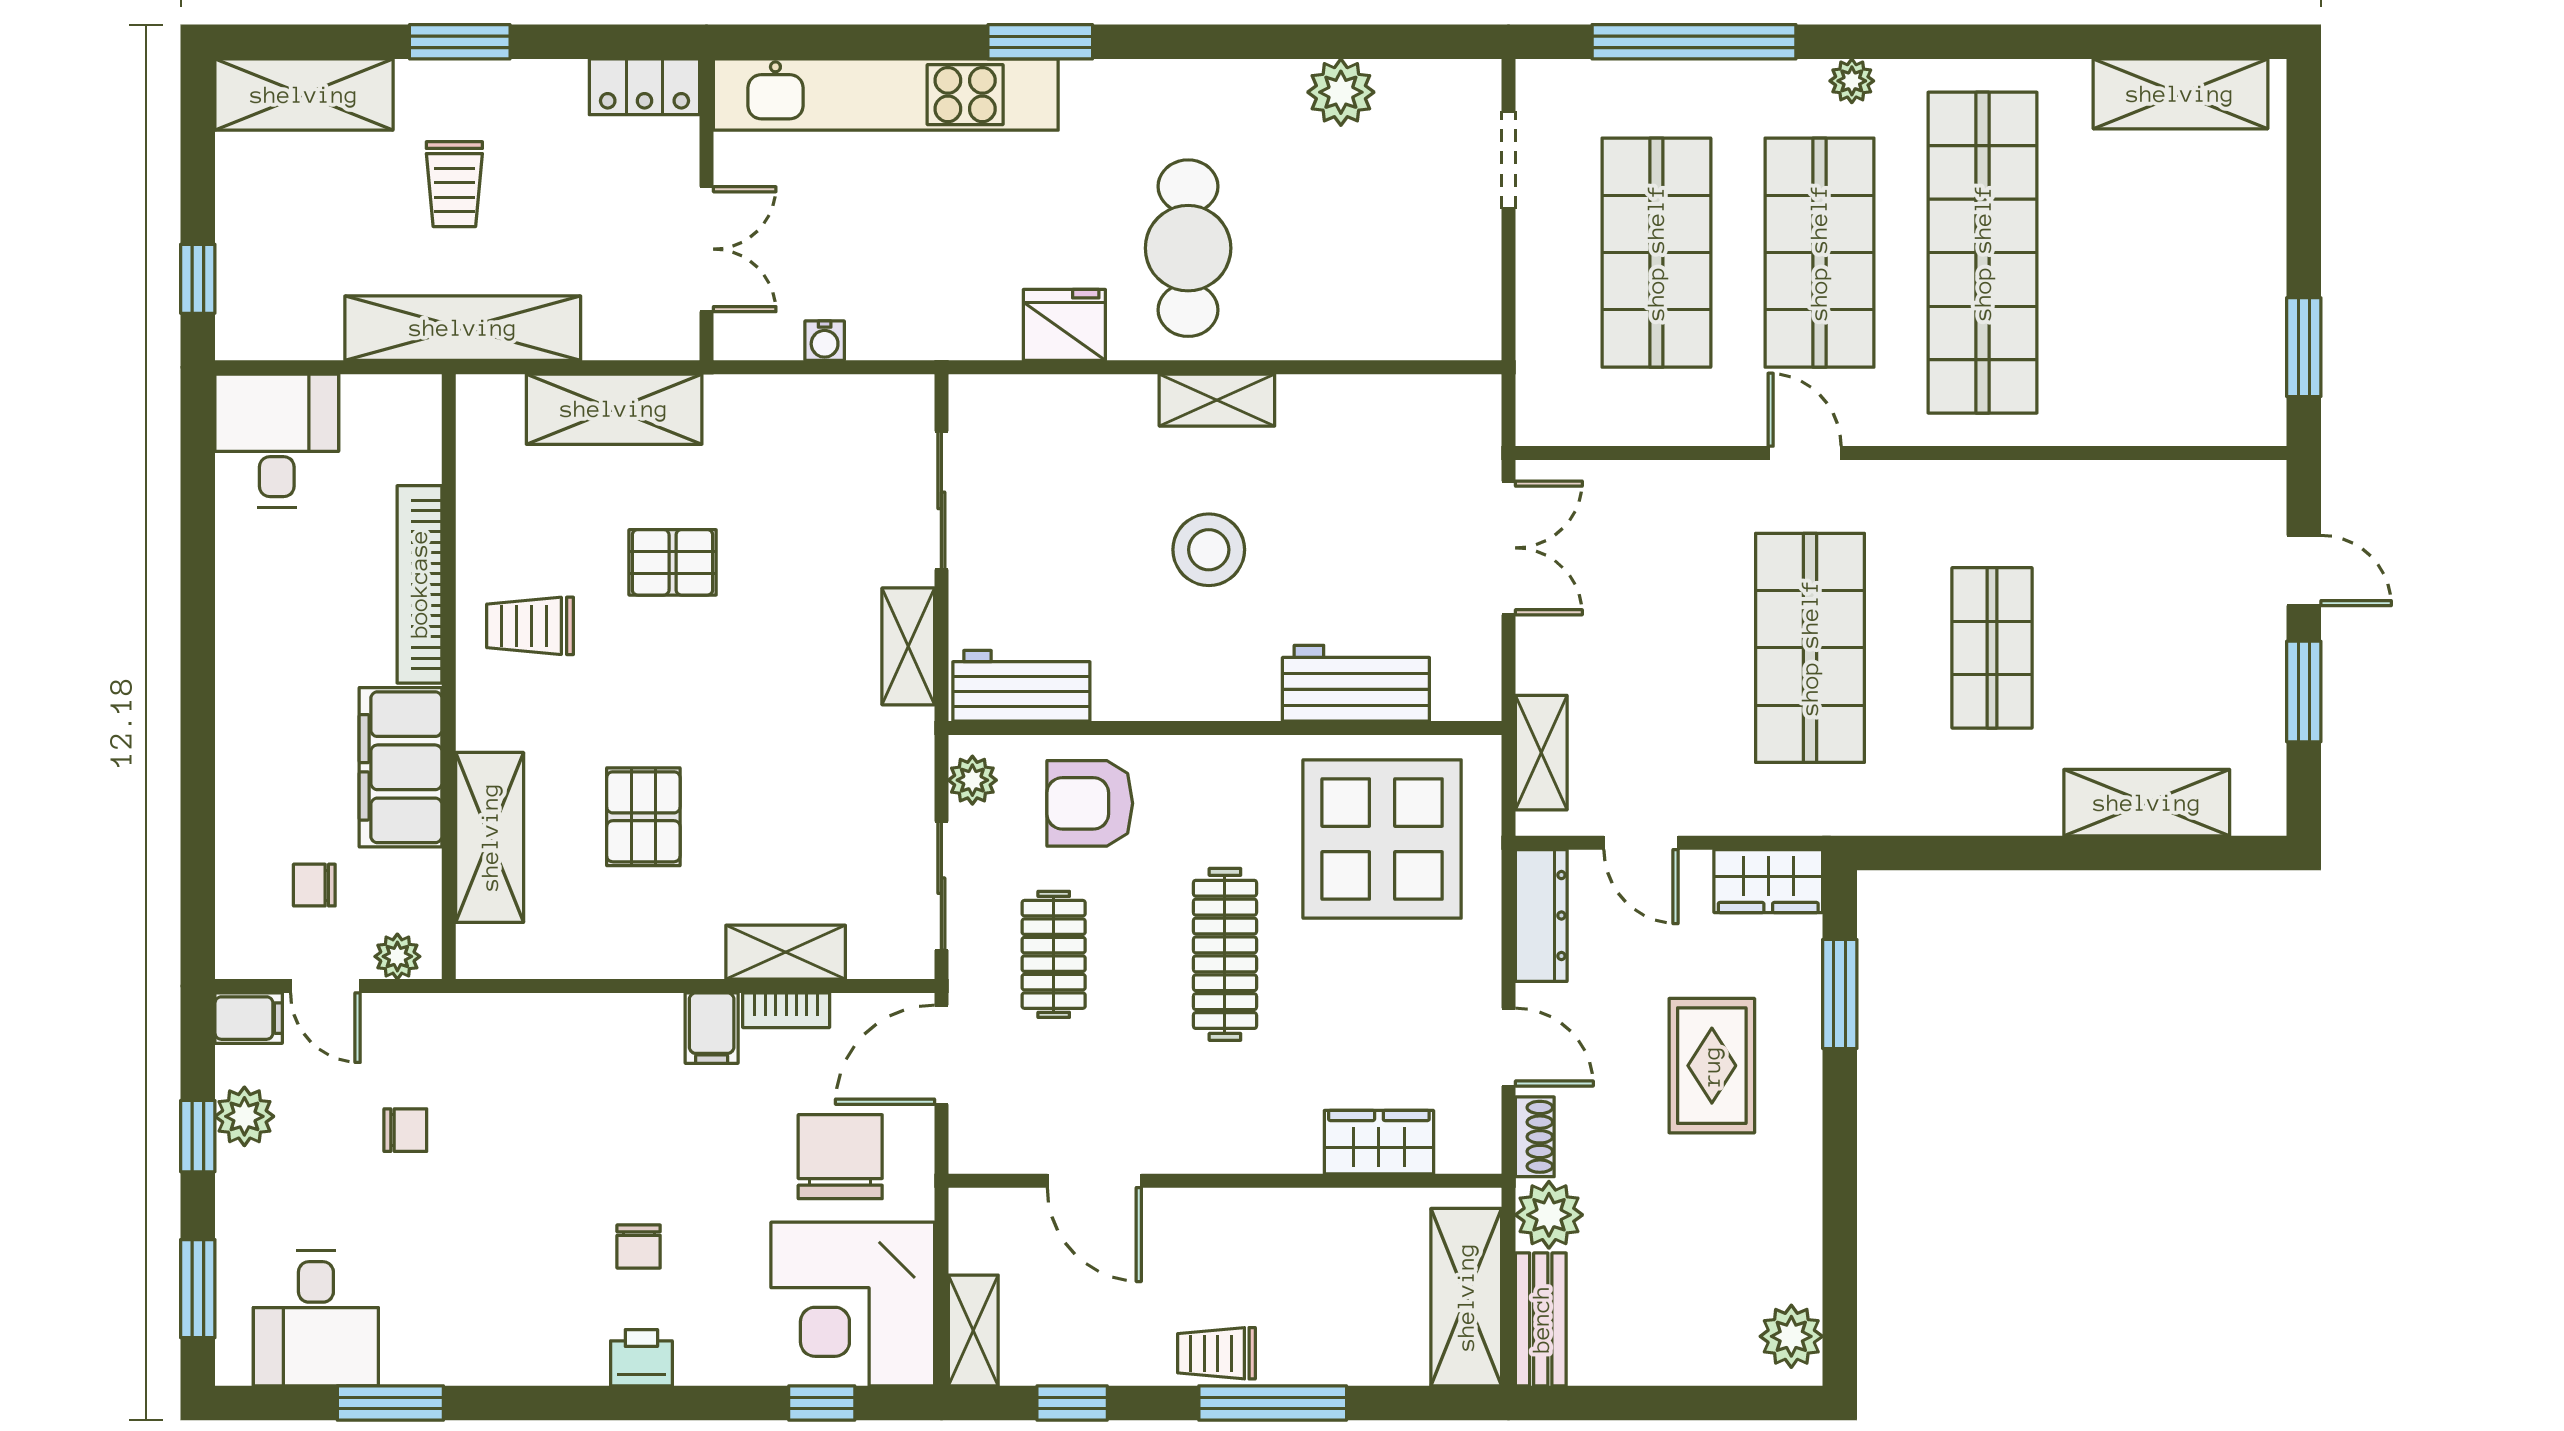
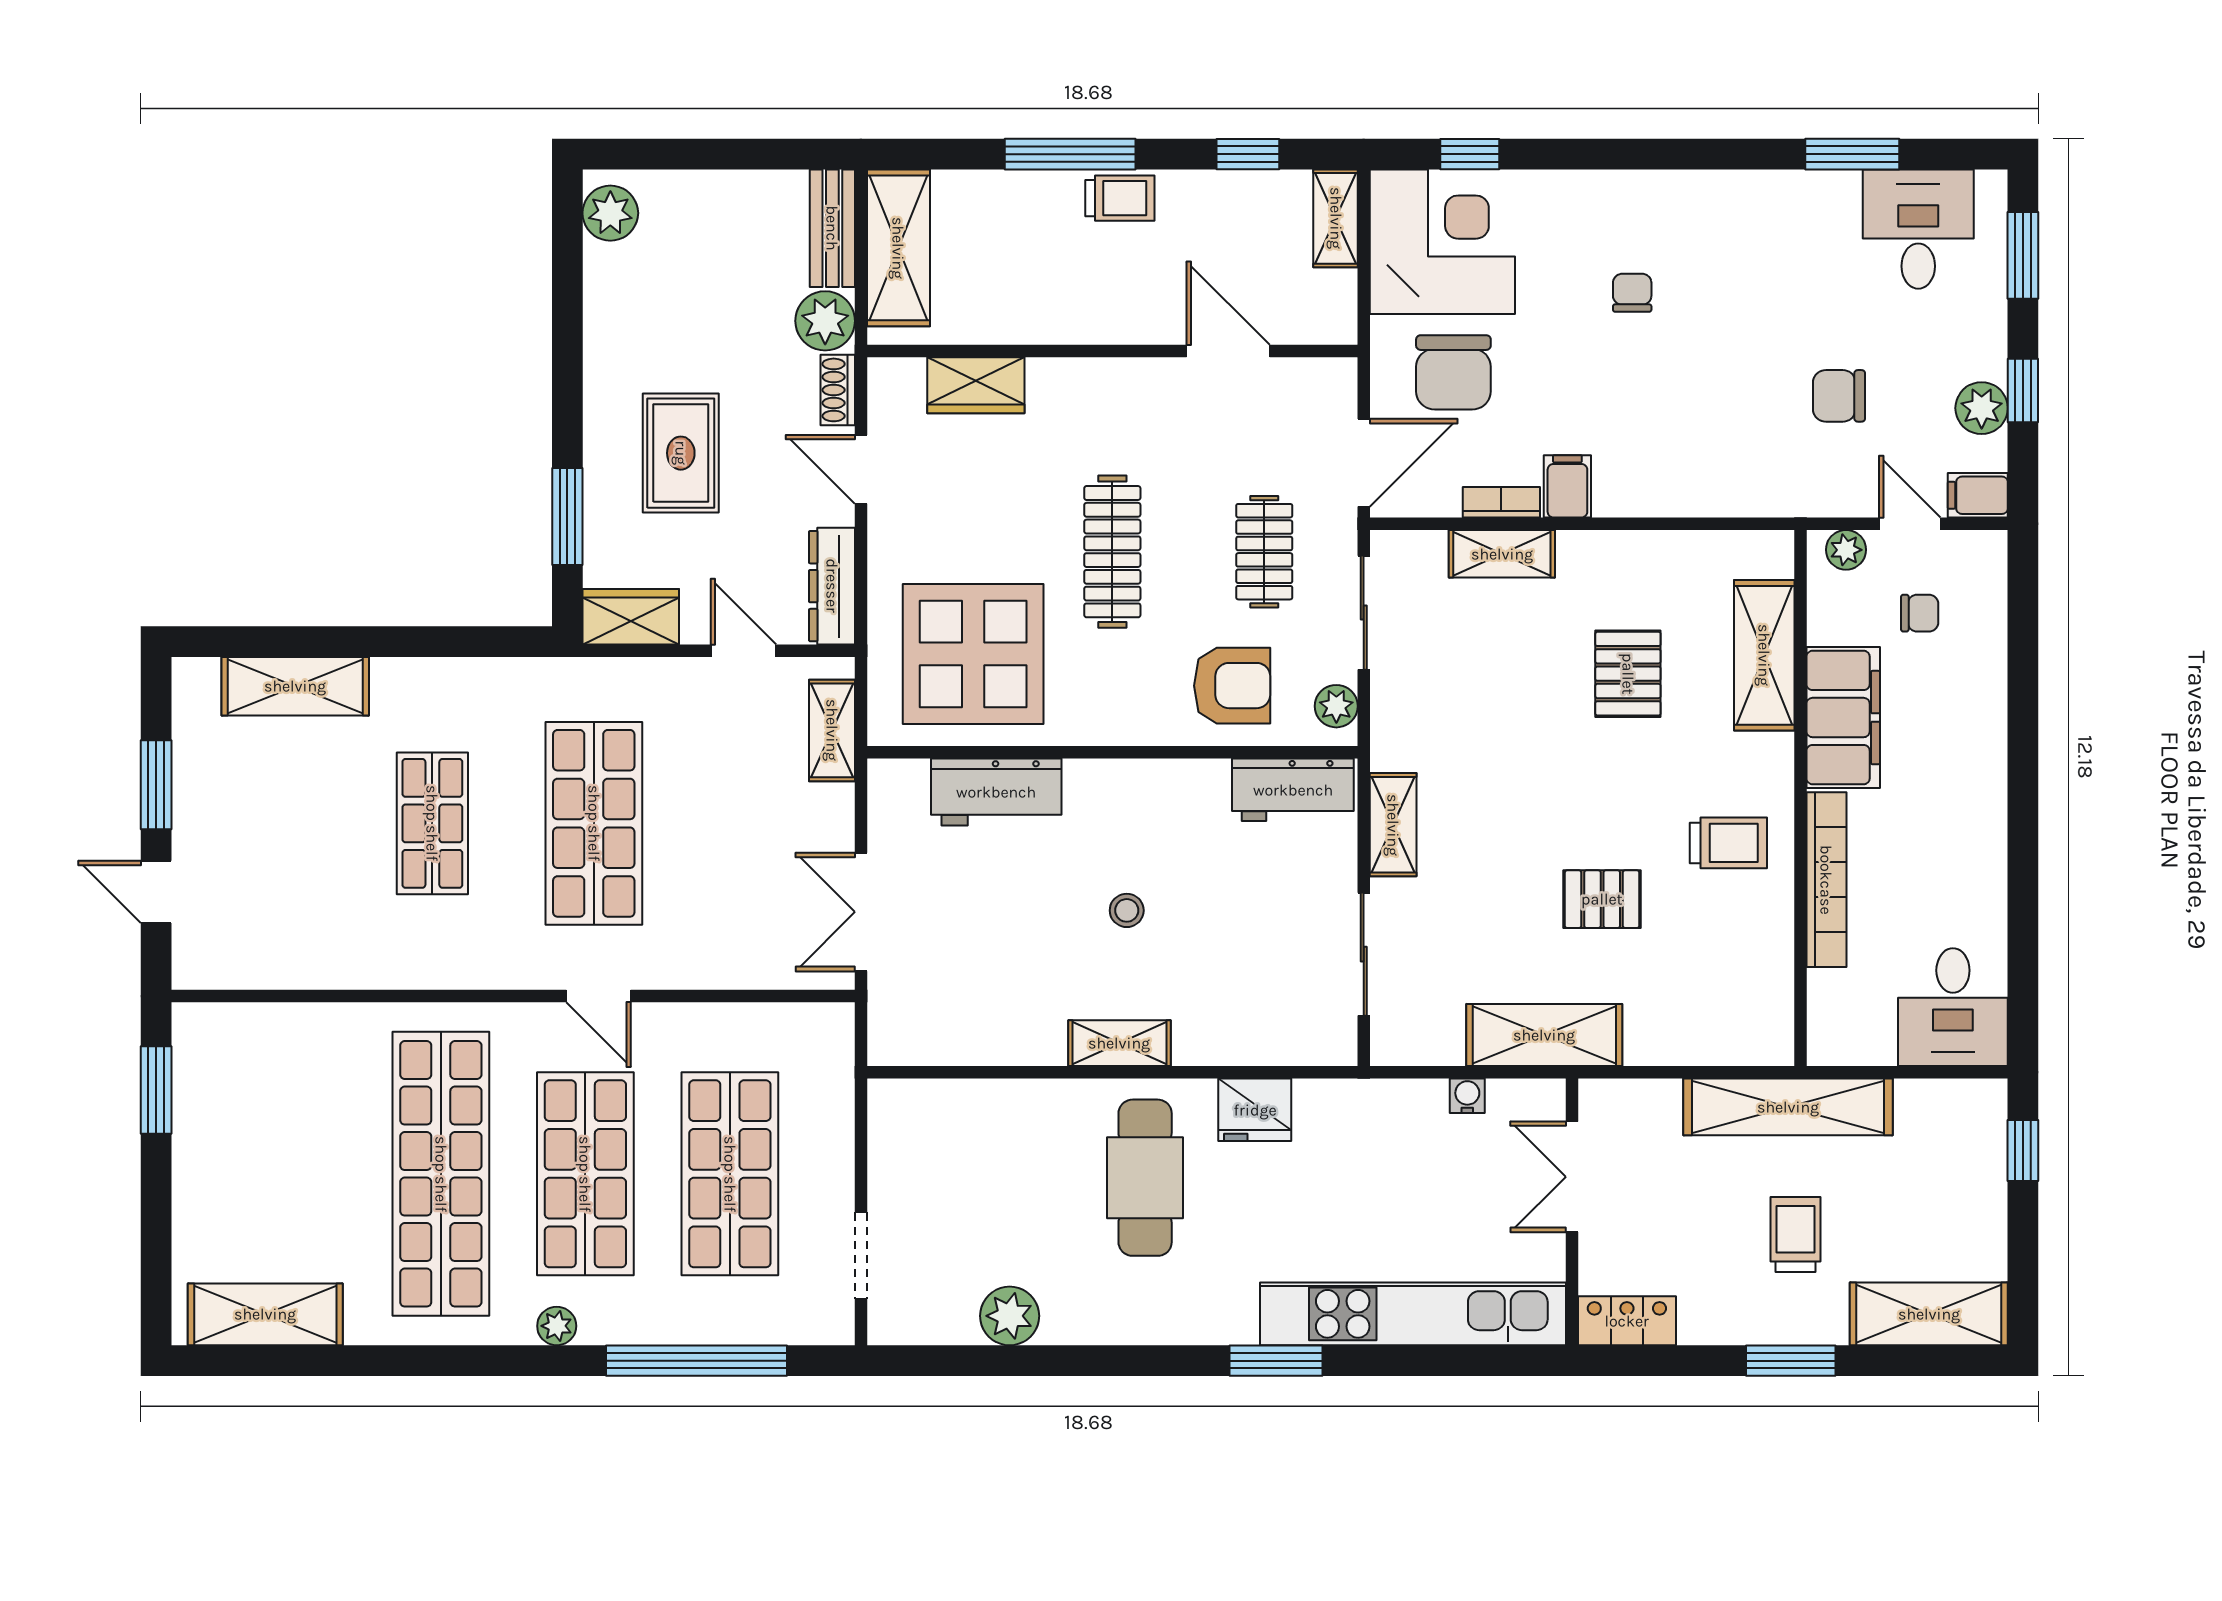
shelving: (614, 409) -> (1544, 1035), moved
stool: (1209, 550) -> (1127, 910), width x0.53, depth x0.53
chair: (405, 1130) -> (1839, 396), width x1.37, depth x1.37
printer: (641, 1358) -> (1630, 194), removed

